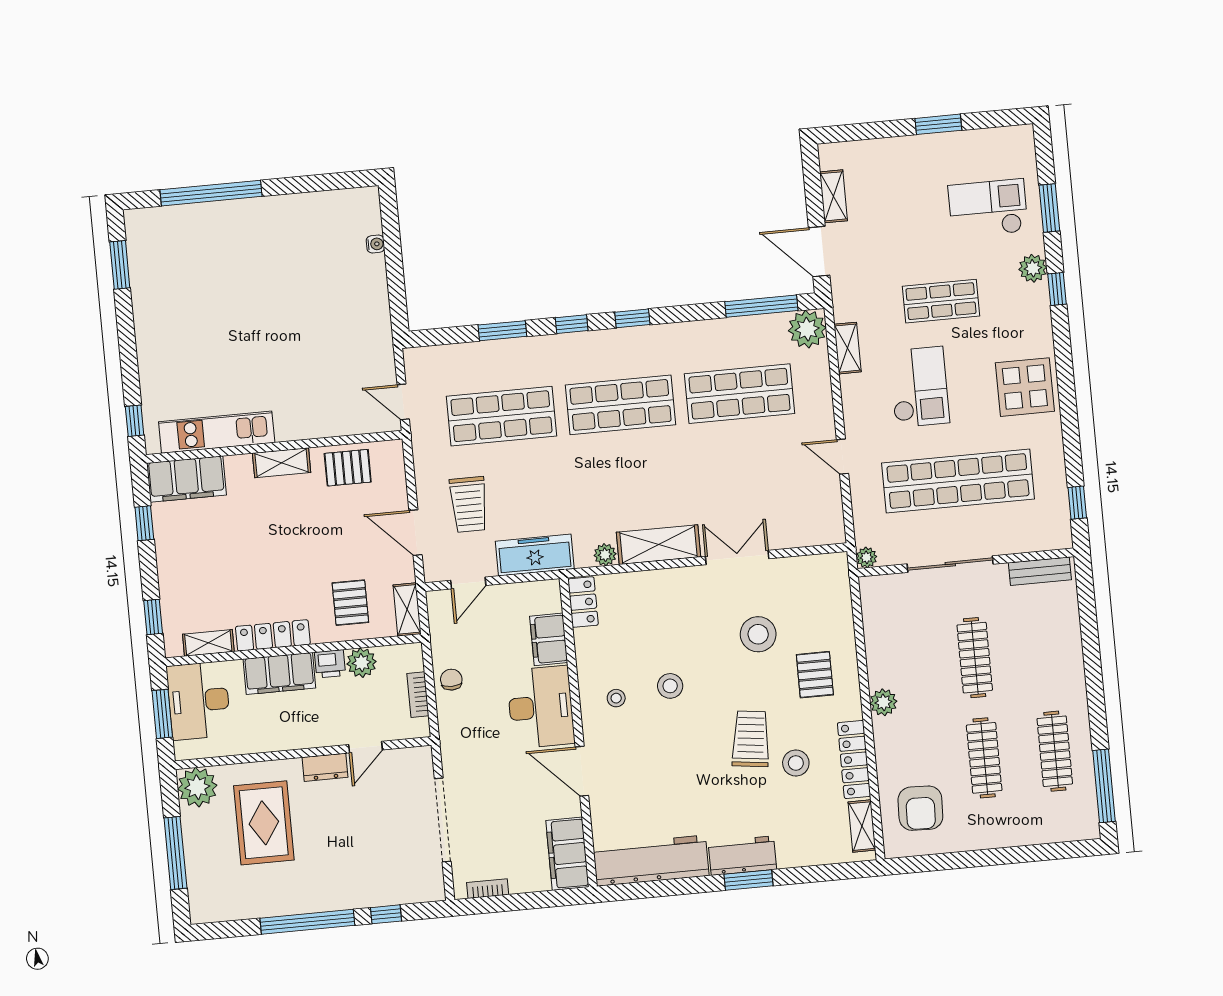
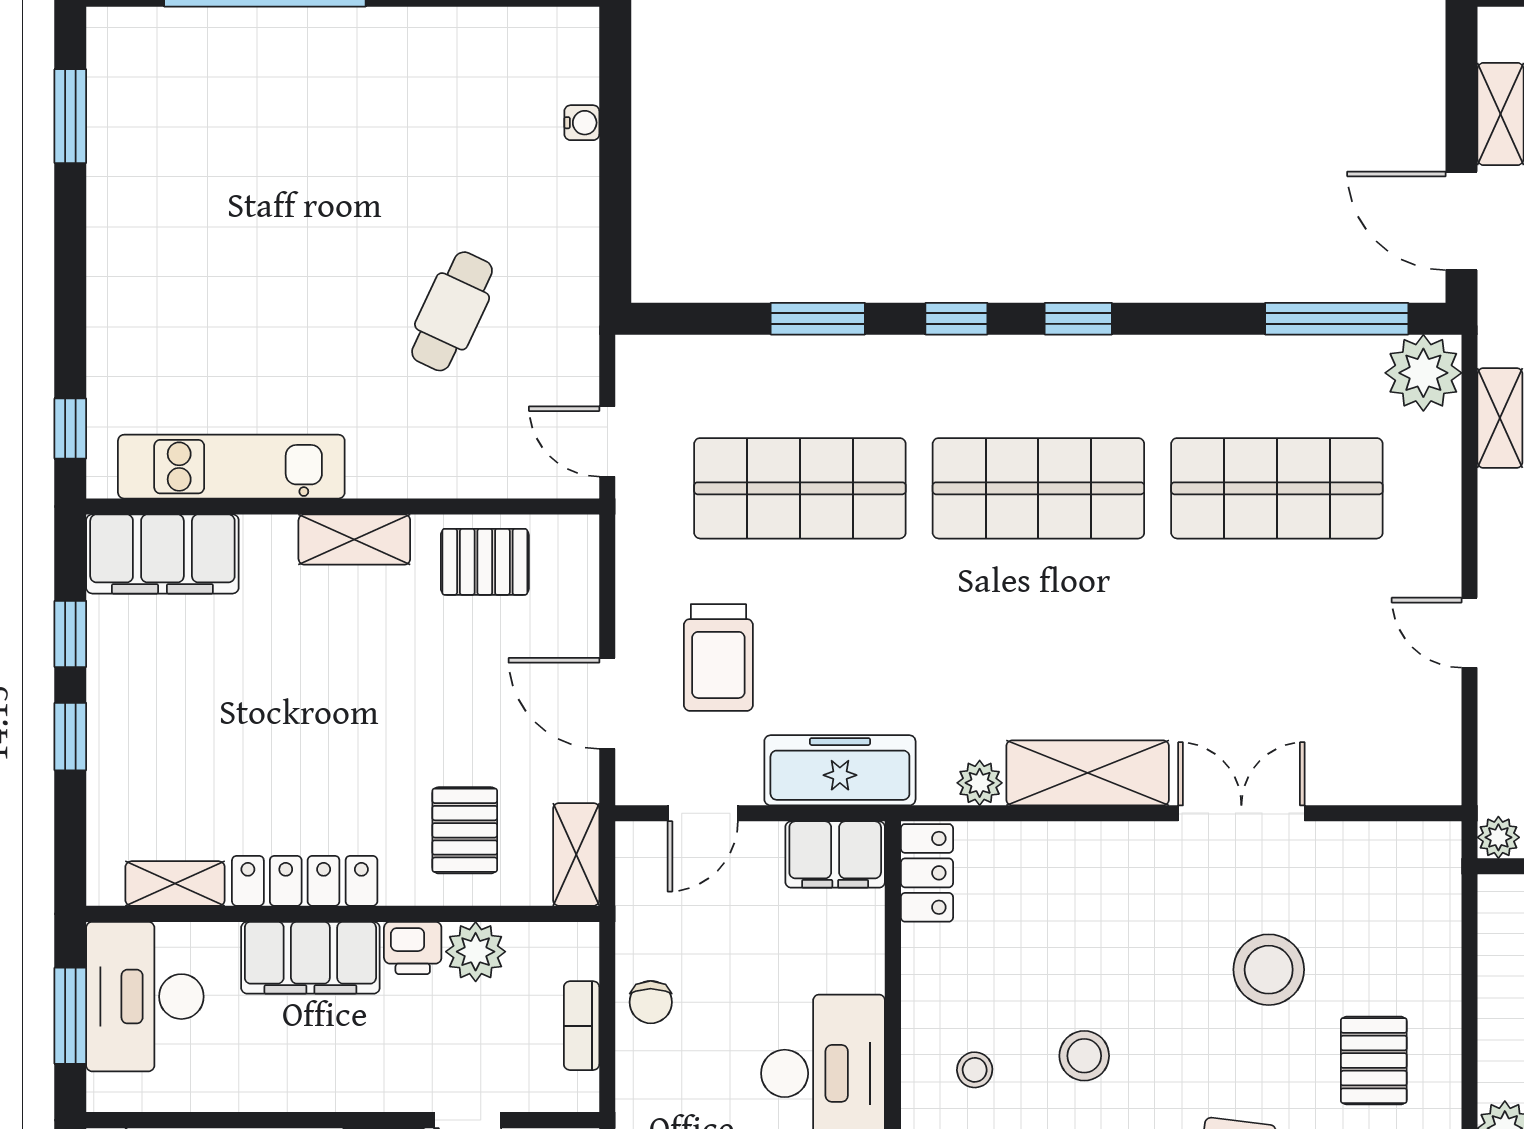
cafe table: (320, 344) -> (452, 311), added
window: (153, 617) -> (70, 737), moved
filing cabinet: (549, 639) -> (835, 854), moved, turned -90
chair: (451, 680) -> (651, 1002), turned 180

